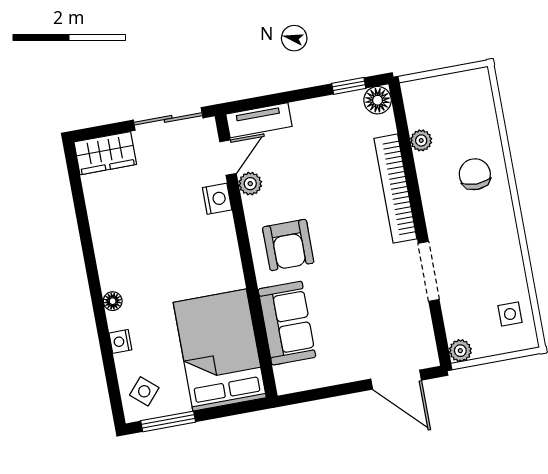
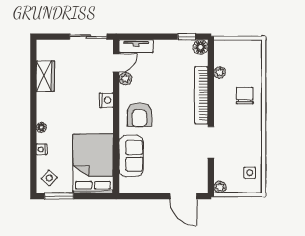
wardrobe: (105, 153) -> (45, 76), moved, turned -90
nightstand: (217, 199) -> (106, 100), moved

